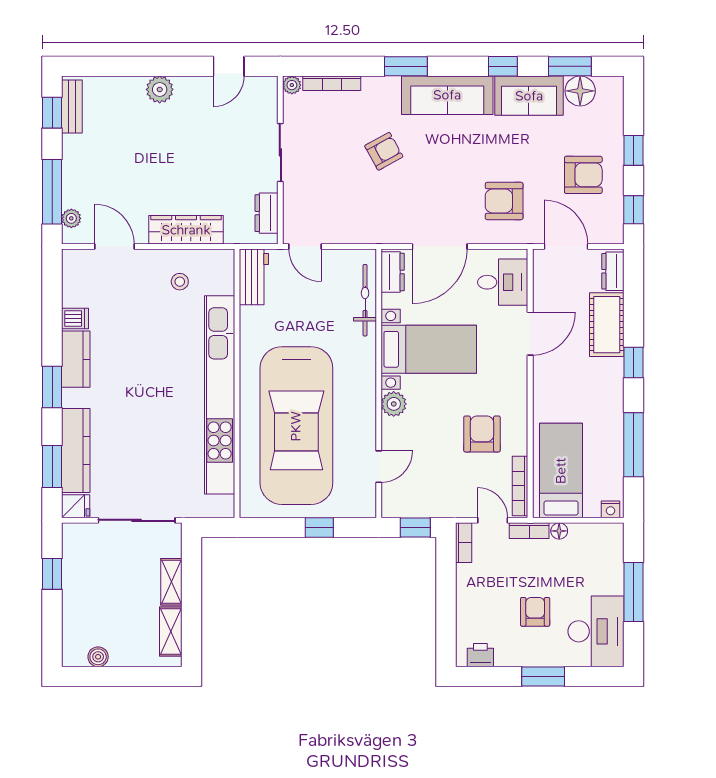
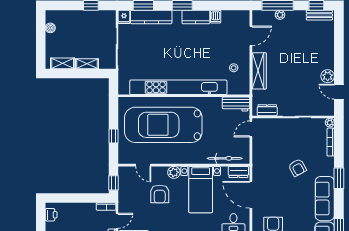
plant: (160, 89) -> (328, 76), moved
plant: (71, 218) -> (280, 15), moved
armchair: (482, 434) -> (160, 194), moved, turned 90

